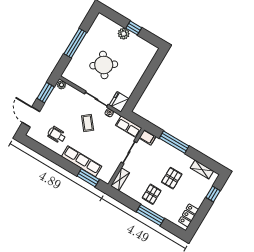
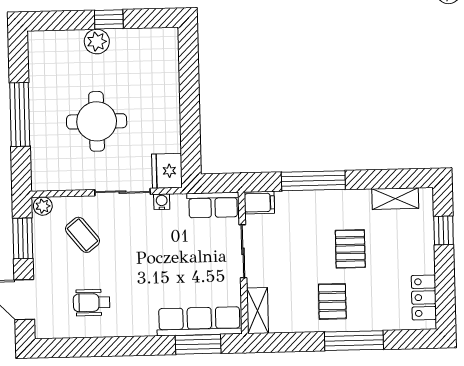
round table: (104, 65) -> (97, 121), turned 35
coffee table: (88, 123) -> (83, 235), moved
row of seats: (82, 161) -> (199, 321), moved

